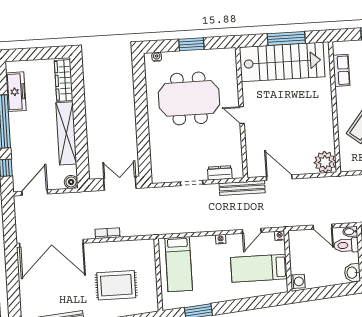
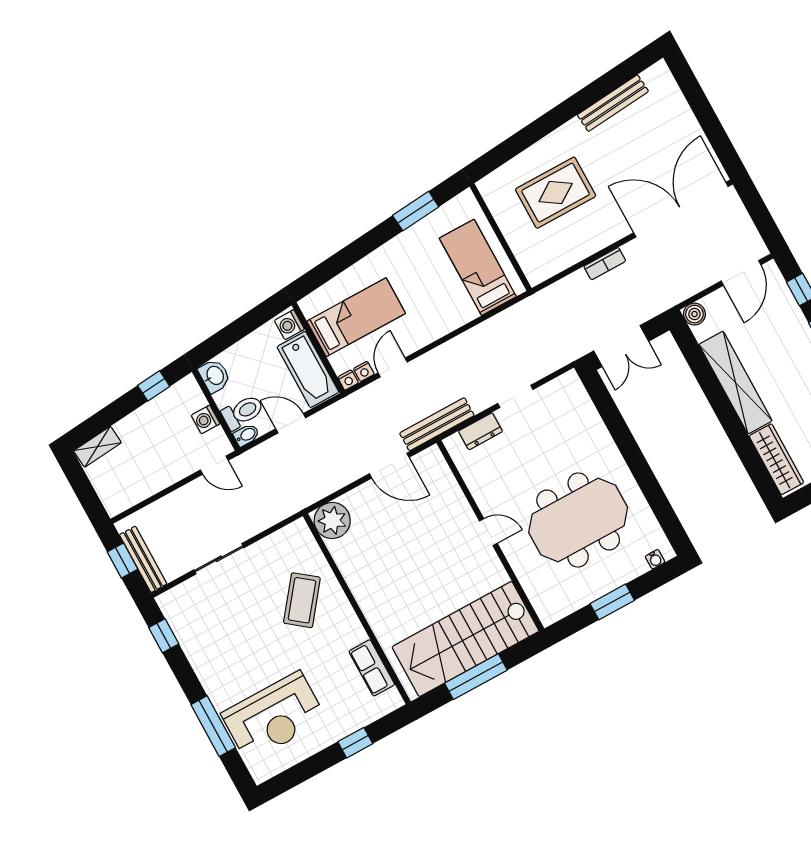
nightstand: (221, 239) -> (364, 371), moved
bathtub: (299, 252) -> (308, 369), added

